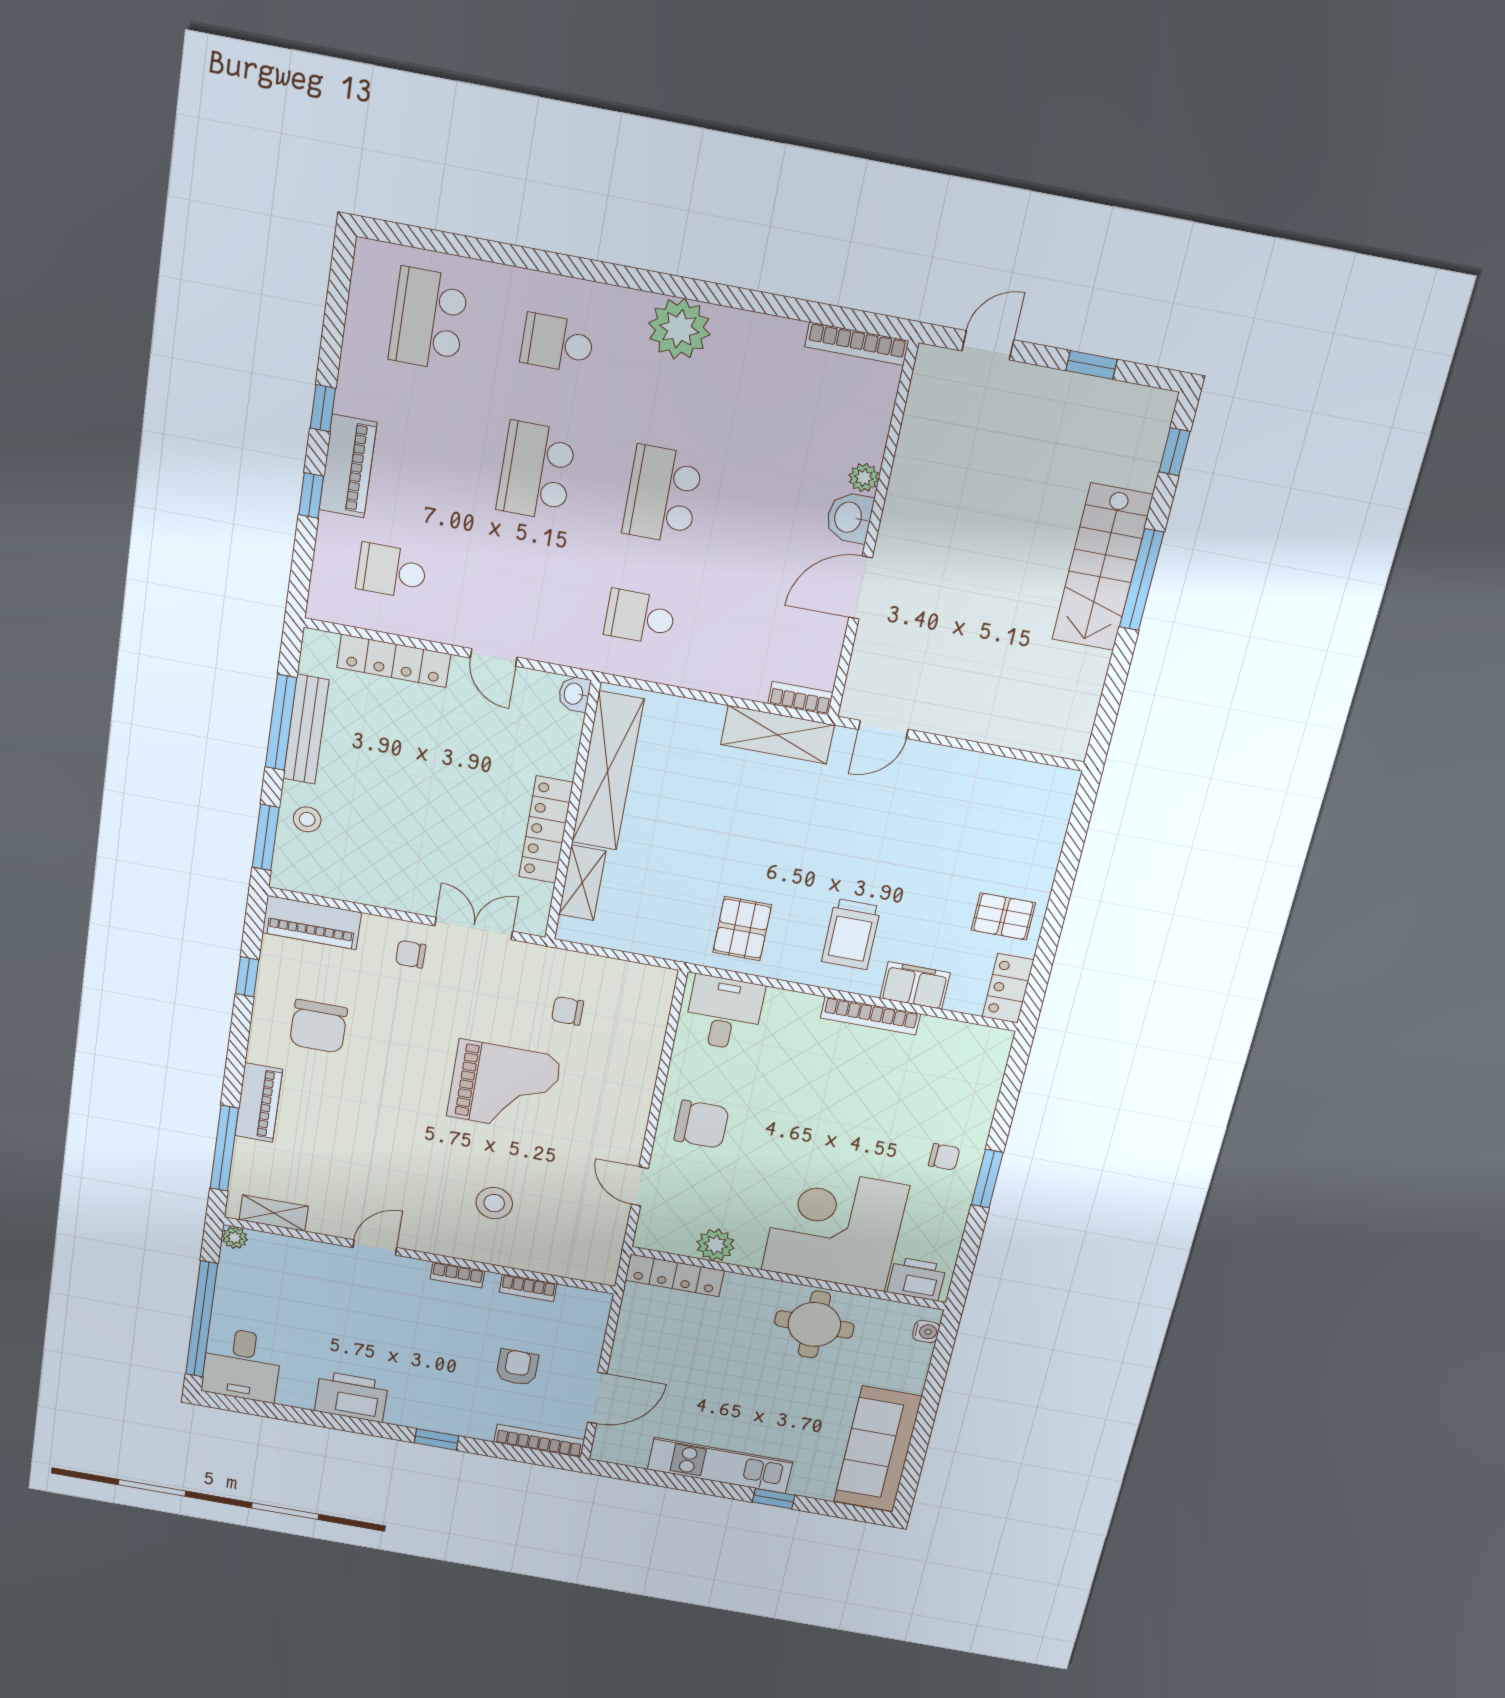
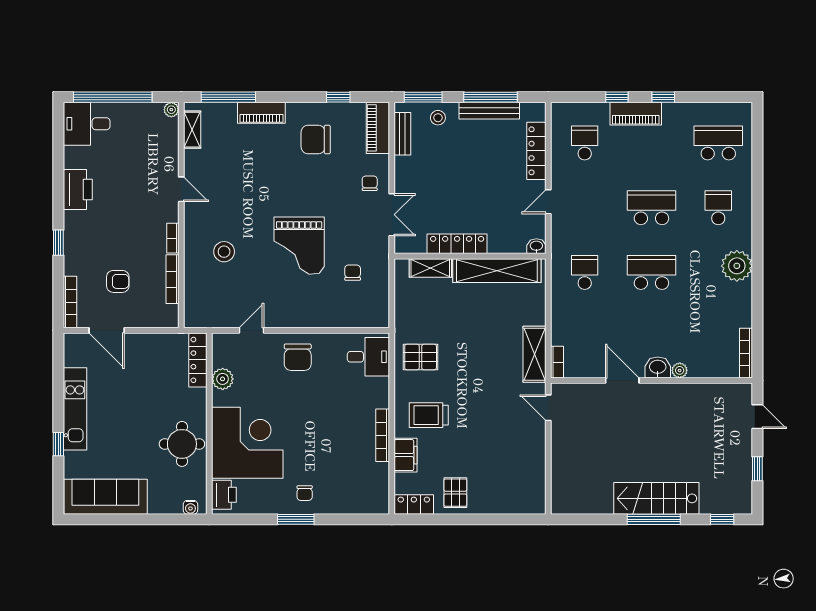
bench: (328, 884) -> (402, 134), added
bookcase: (528, 1288) -> (173, 279), width x1.56

